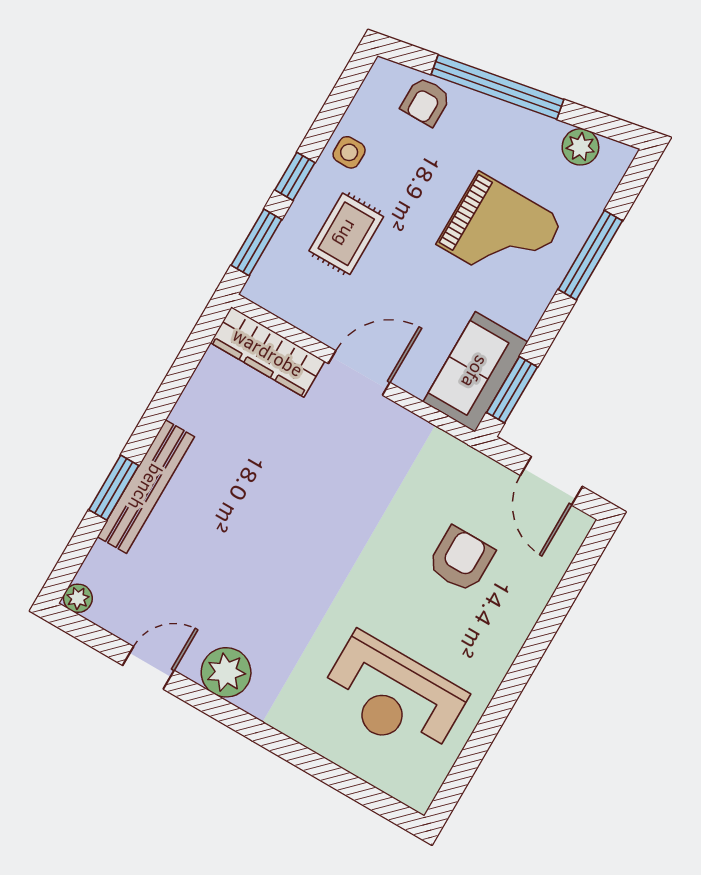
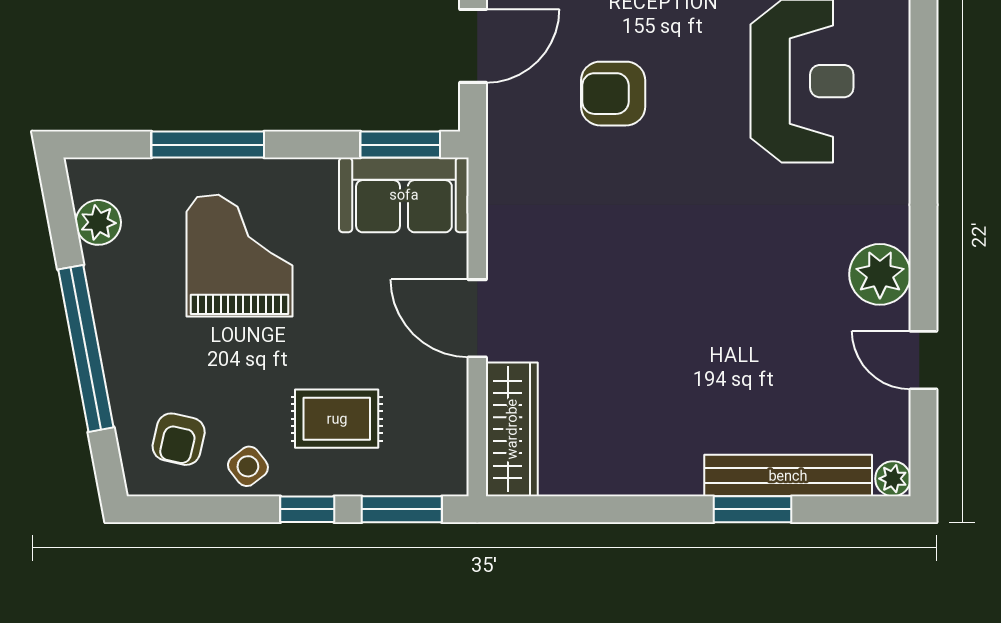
armchair: (426, 102) -> (179, 439), moved, turned 103
side table: (349, 152) -> (248, 466), turned -38
bench: (146, 487) -> (788, 476), moved

